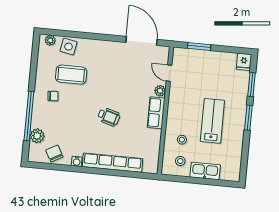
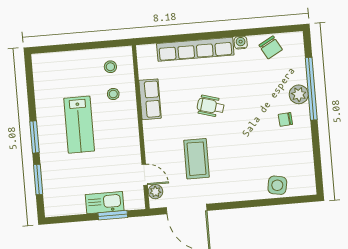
plant: (50, 40) -> (302, 189), removed
fridge: (244, 62) -> (53, 206), removed
coffee table: (71, 75) -> (197, 159), moved, turned 90
plant: (160, 91) -> (155, 192), moved
row of seats: (156, 113) -> (150, 99), moved
plant: (37, 136) -> (299, 94), moved
kitchen sink: (205, 171) -> (105, 203), moved, turned 180

